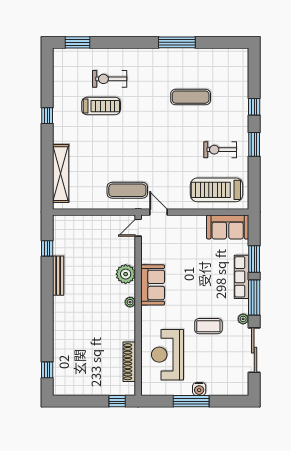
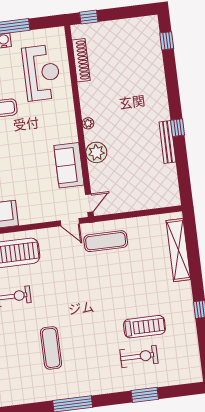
window: (77, 42) -> (145, 395), moved
exercise mat: (191, 97) -> (51, 348), turned 90
treadmill: (101, 106) -> (144, 327), turned 180
window: (47, 248) -> (178, 128), moved
sofa: (153, 285) -> (69, 165), moved

